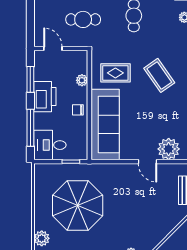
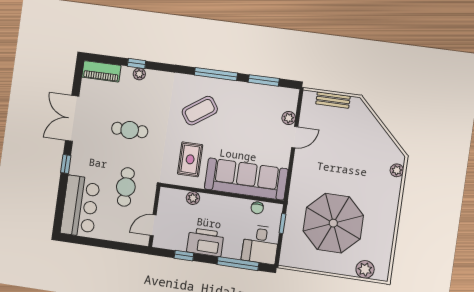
window: (30, 79) -> (184, 256), width x0.67
chair: (78, 110) -> (257, 208), moved
plant: (169, 149) -> (289, 118), width x0.53, depth x0.53

